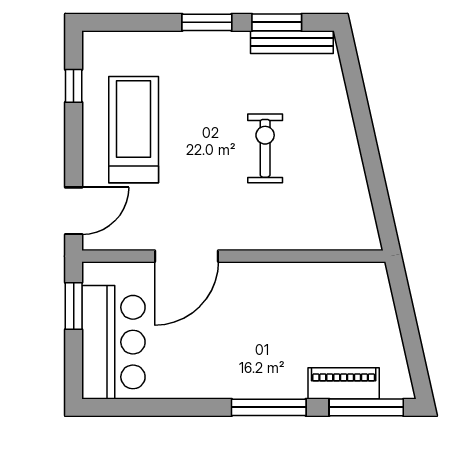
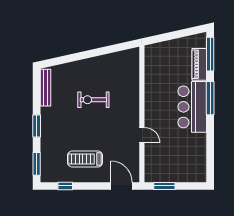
window: (277, 22) -> (37, 164), moved
treadmill: (134, 130) -> (85, 159), width x0.73, depth x0.73
door: (187, 256) -> (142, 135), width x0.53
bar counter: (113, 342) -> (192, 107), moved, turned -90

